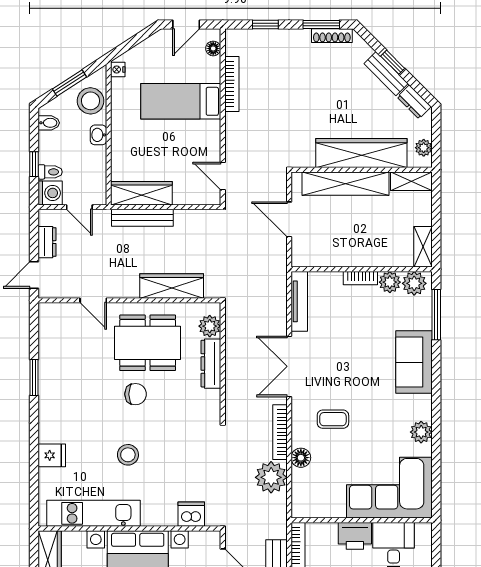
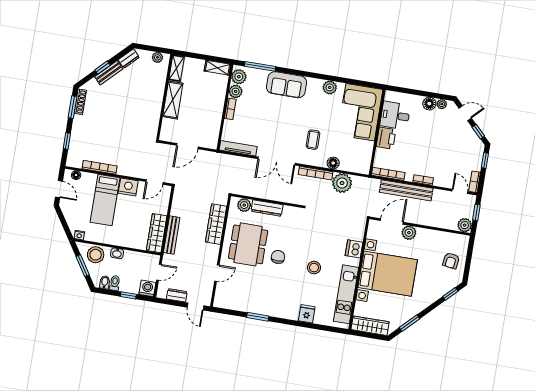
nightstand: (208, 135) -> (128, 187), added
wardrobe: (361, 153) -> (154, 96), removed
toilet: (50, 172) -> (115, 283), moved
shelving: (346, 184) -> (173, 100), width x0.68
dishwasher: (191, 514) -> (354, 249), moved

